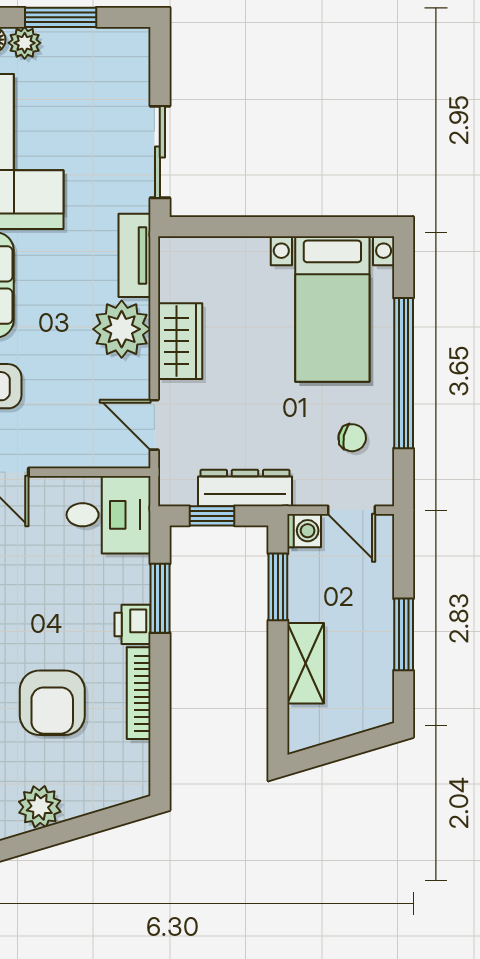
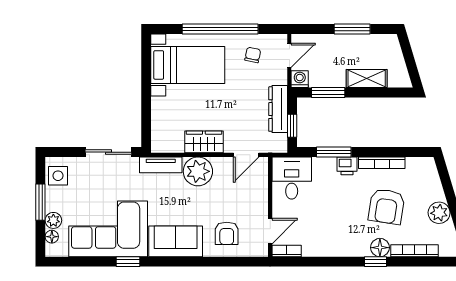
side table: (113, 52) -> (58, 176), added
armchair: (52, 703) -> (387, 206), turned 99

